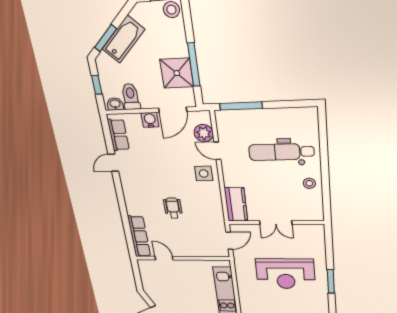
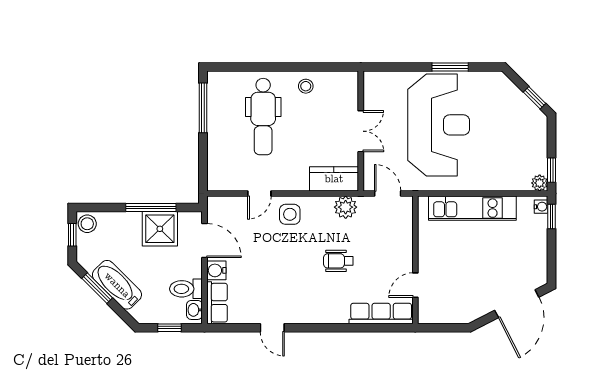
window: (106, 38) -> (97, 288), moved
window: (241, 106) -> (203, 108), moved
plant: (204, 133) -> (346, 207), moved
row of seats: (118, 135) -> (217, 303), moved, turned 90
reception desk: (285, 274) -> (439, 125), width x1.36, depth x1.30

